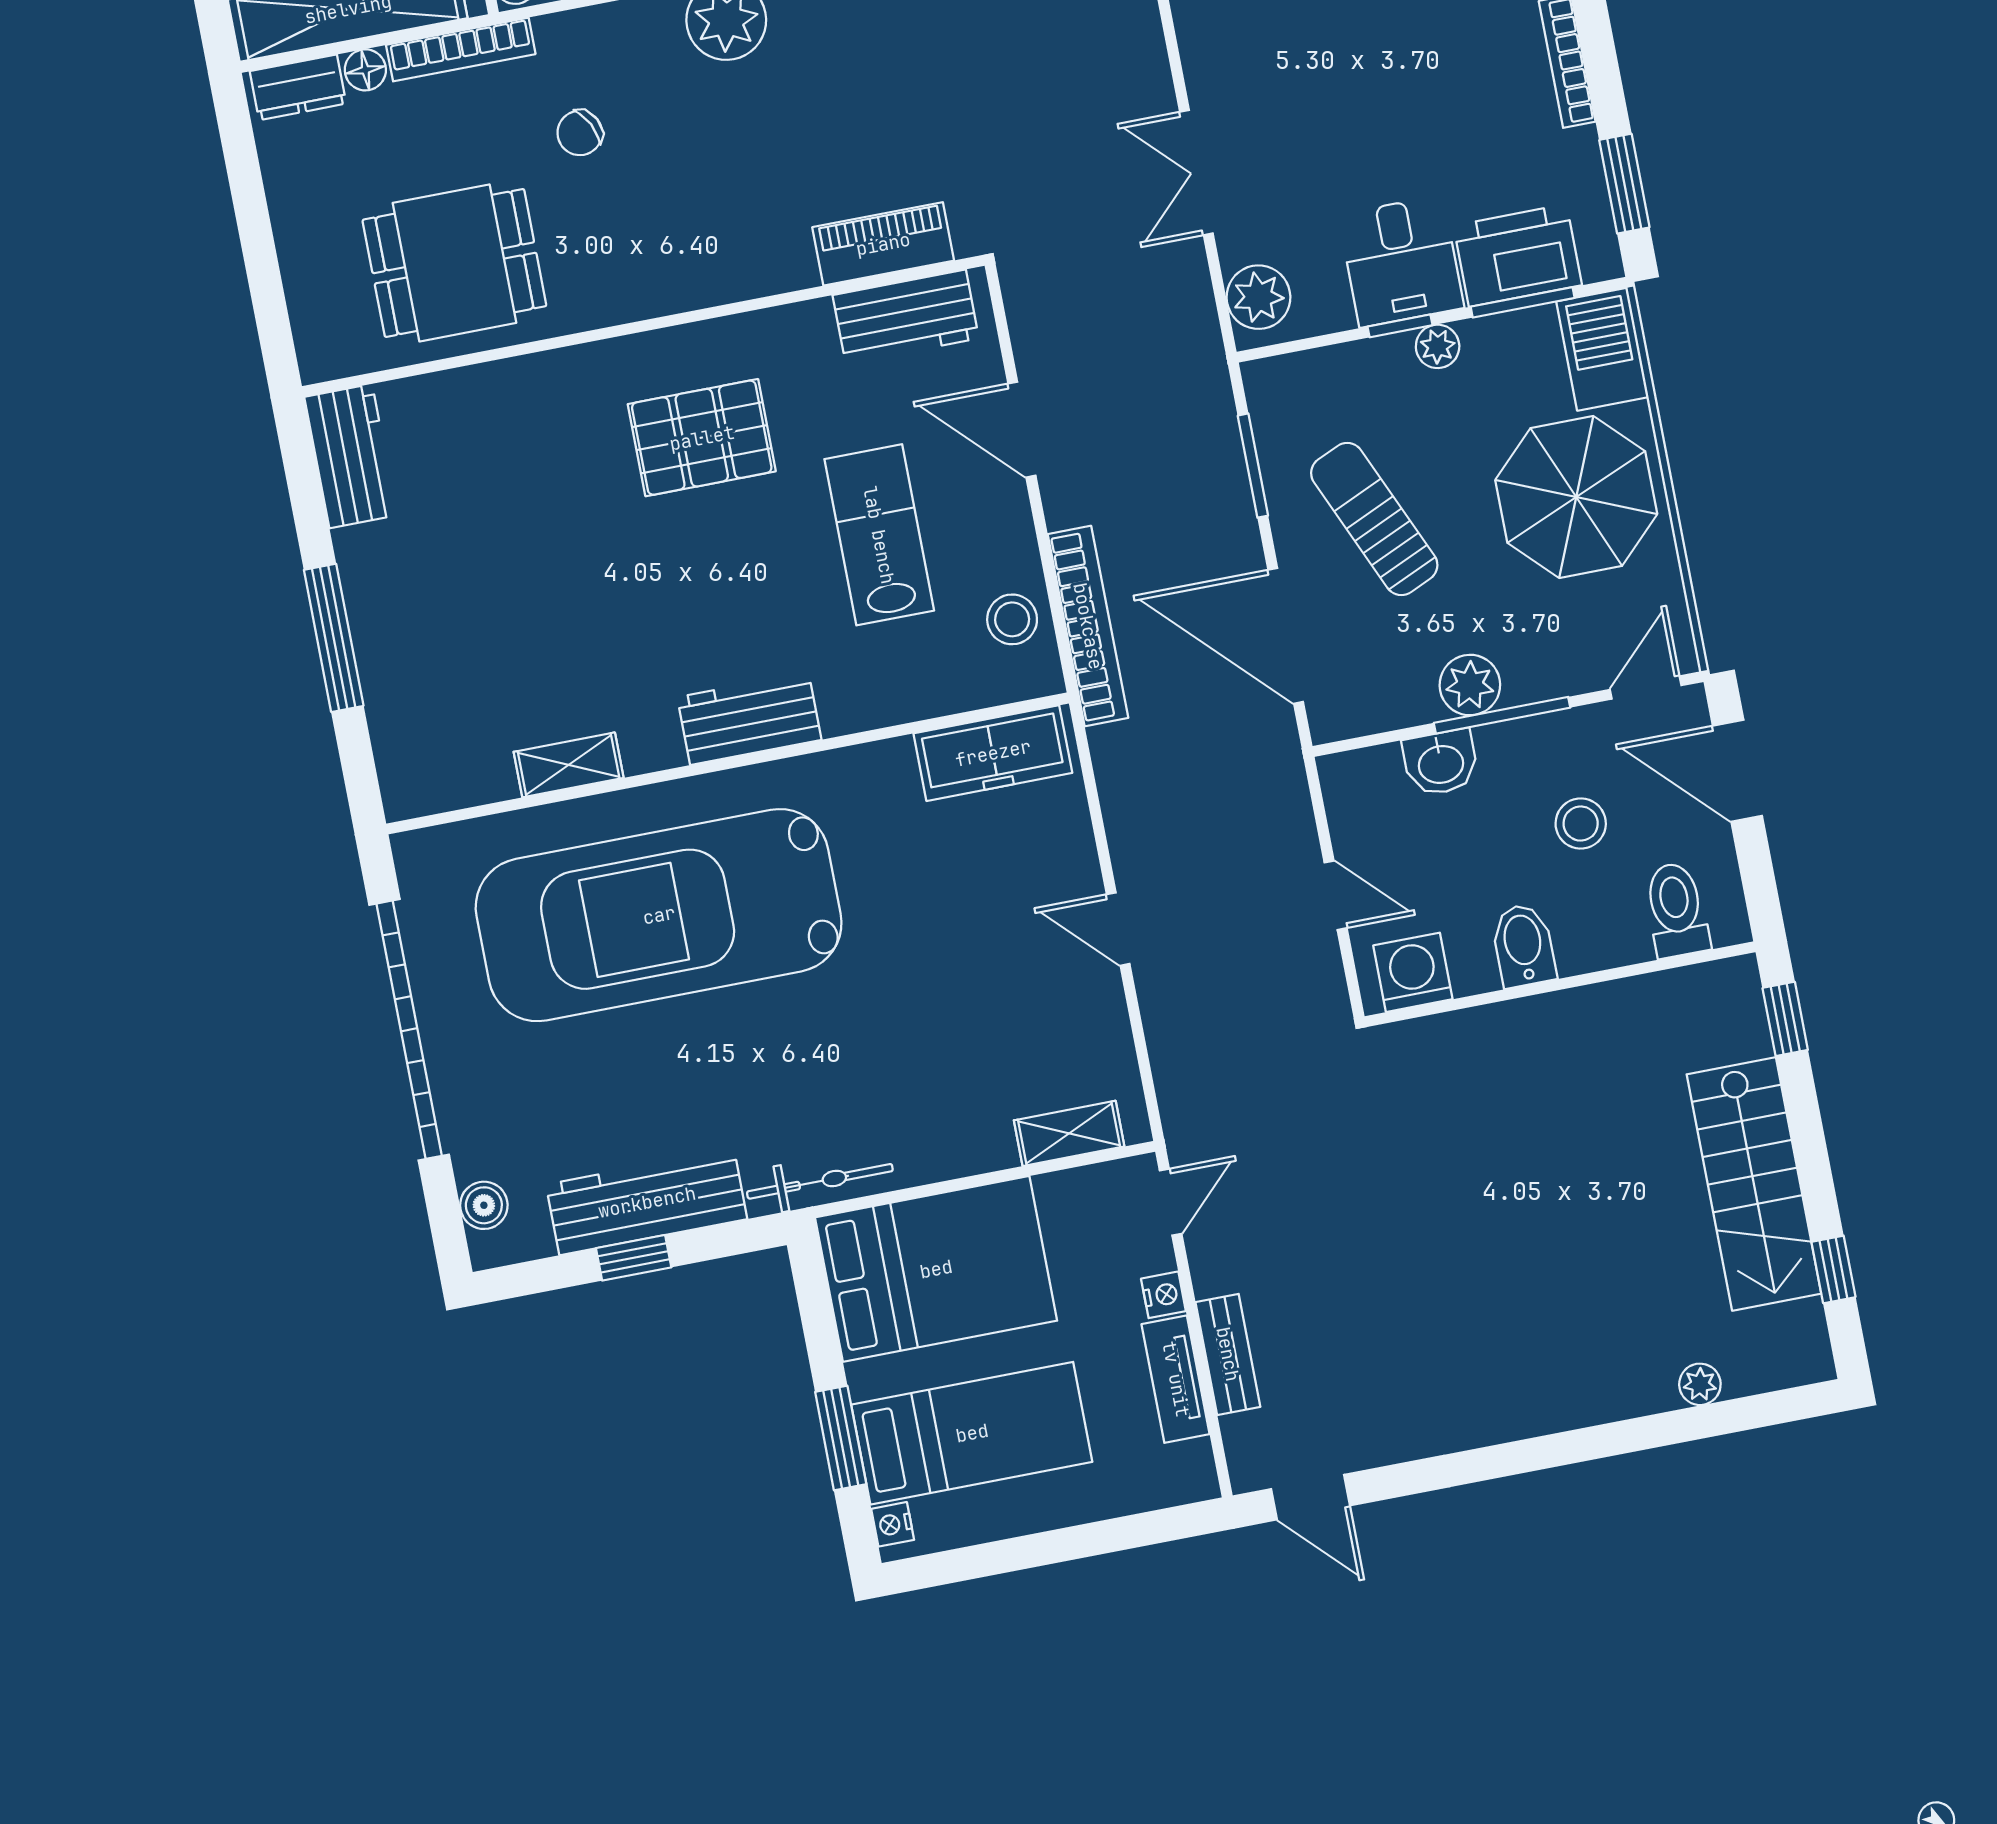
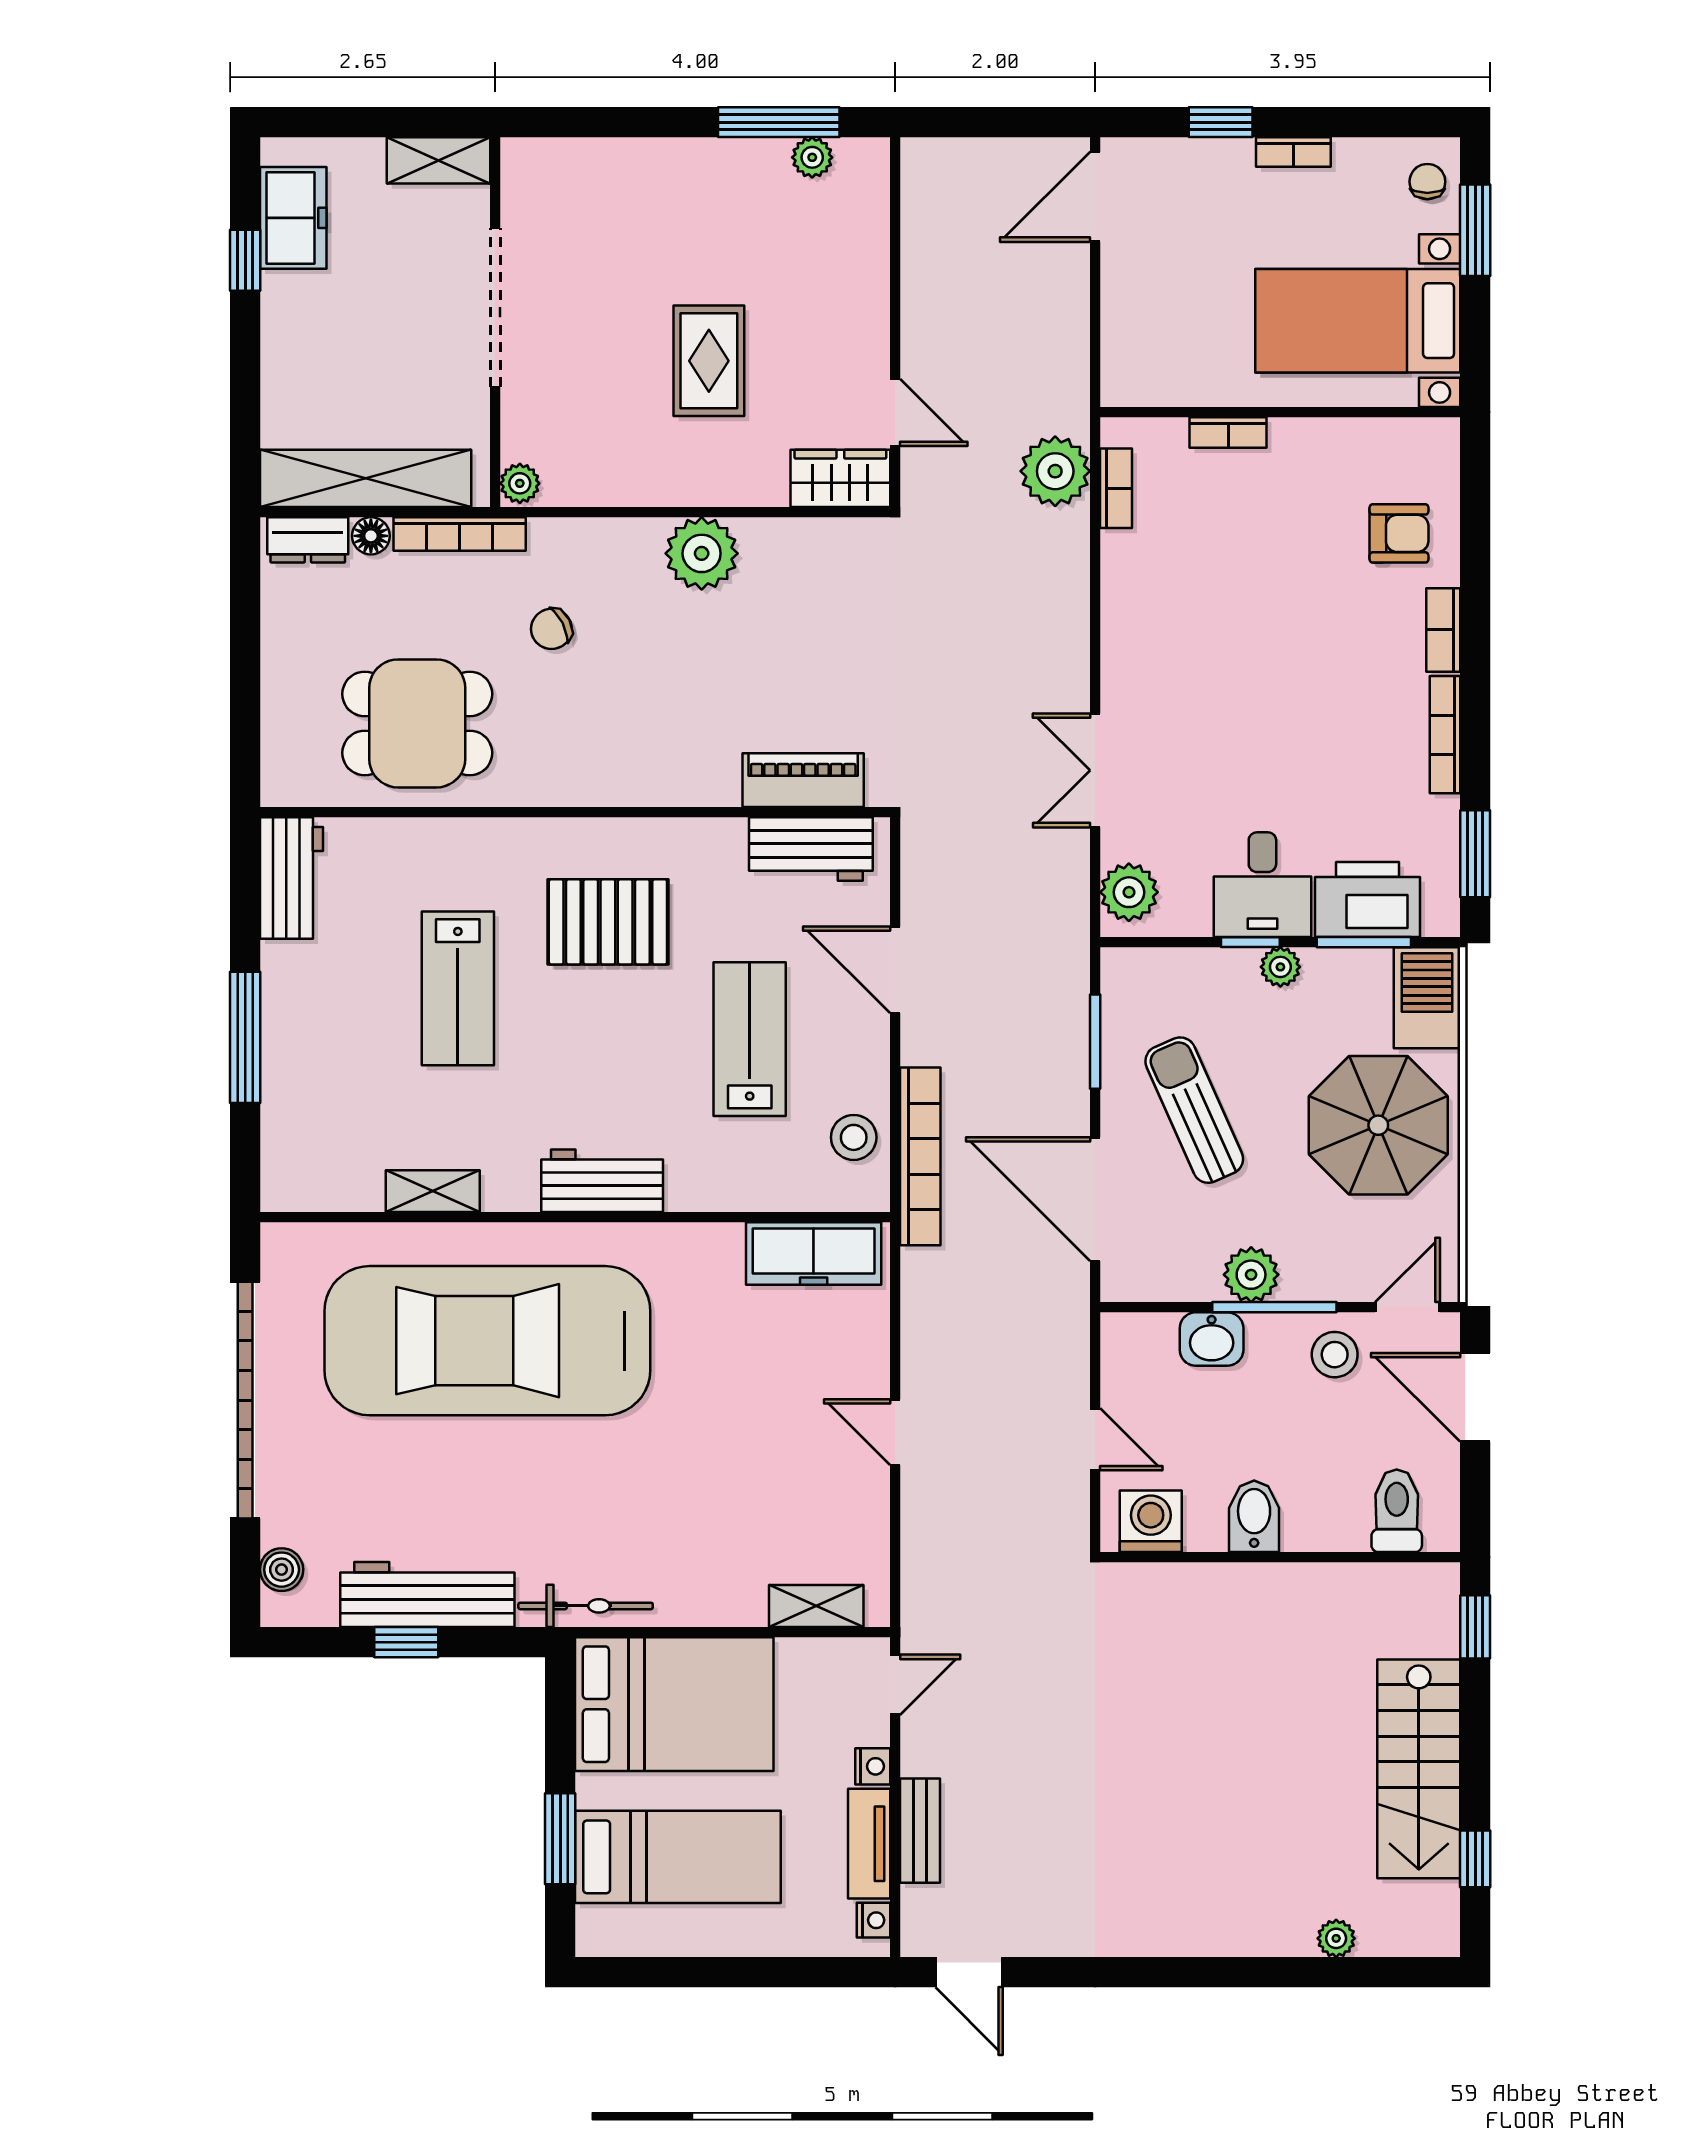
lab bench: (553, 541) -> (458, 988), added
stool: (1581, 824) -> (1335, 1355), moved
nightstand: (893, 1524) -> (874, 1920), moved, turned 180

